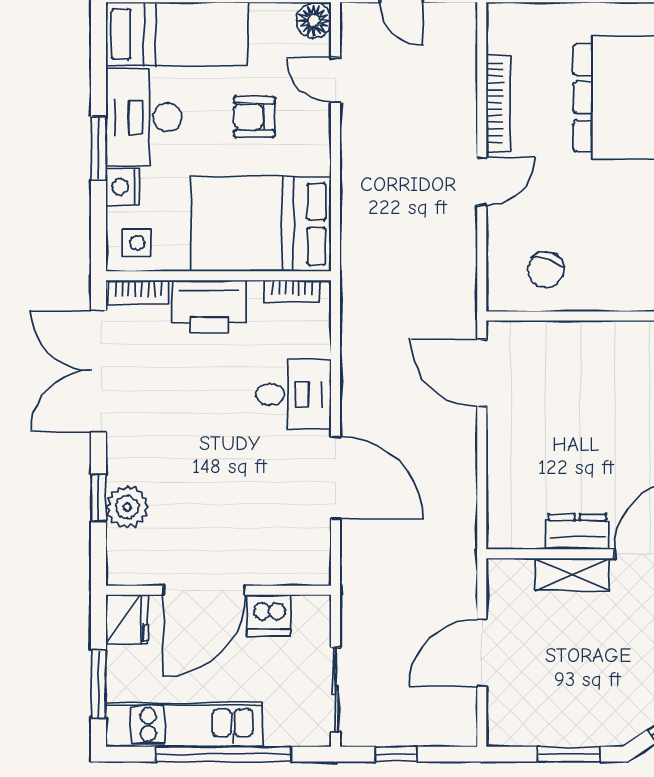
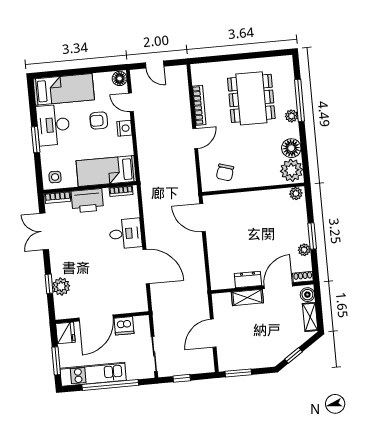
nightstand: (123, 187) -> (124, 128), moved, turned 180
bed: (261, 224) -> (106, 171), width x0.67
double door: (99, 371) -> (44, 231), width x0.73
window: (569, 754) -> (238, 373), moved

